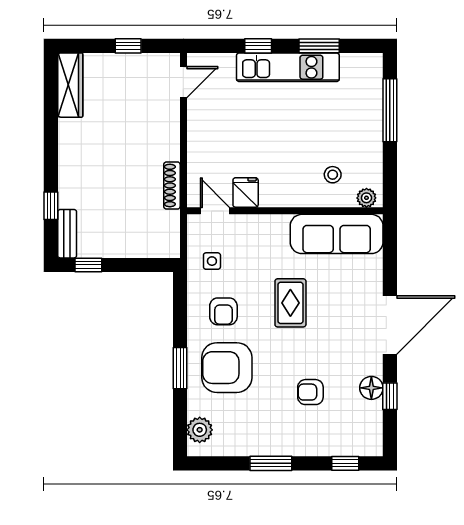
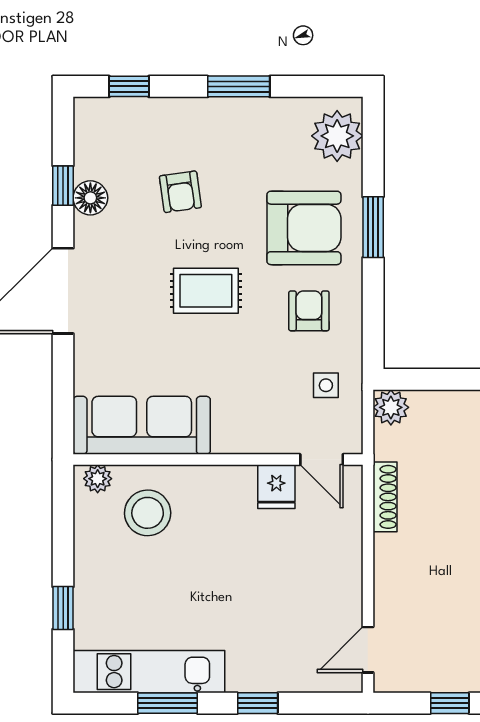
kitchen unit: (288, 67) -> (149, 672), moved
window: (390, 110) -> (63, 608), width x0.46
stool: (333, 175) -> (148, 513), width x1.89, depth x1.89
plant: (168, 246) -> (391, 407), added
rug: (290, 303) -> (206, 291), moved, turned 90
armchair: (310, 392) -> (180, 192), turned 82
plant: (200, 430) -> (337, 136), width x1.36, depth x1.36

